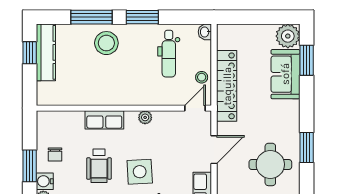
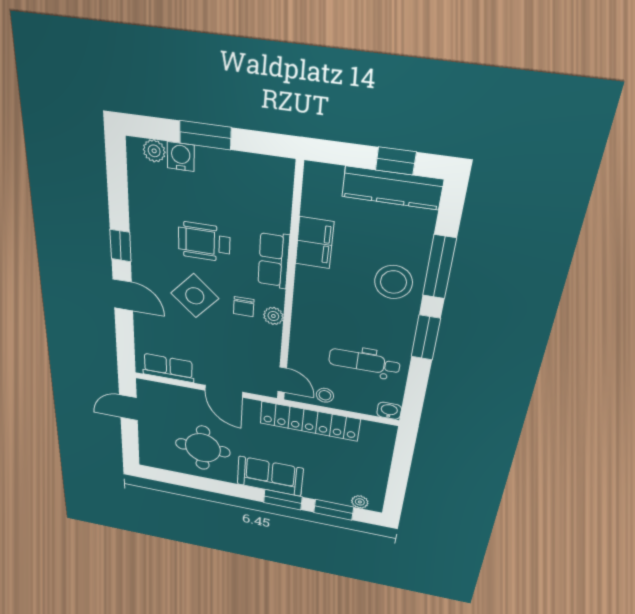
plant: (288, 36) -> (360, 502), width x0.53, depth x0.53
sofa: (285, 74) -> (270, 476), moved
filing cabinet: (88, 95) -> (315, 243), added
window: (307, 147) -> (283, 500), moved
chair: (55, 154) -> (244, 307), moved, turned -90
side table: (140, 172) -> (195, 296), turned 45

